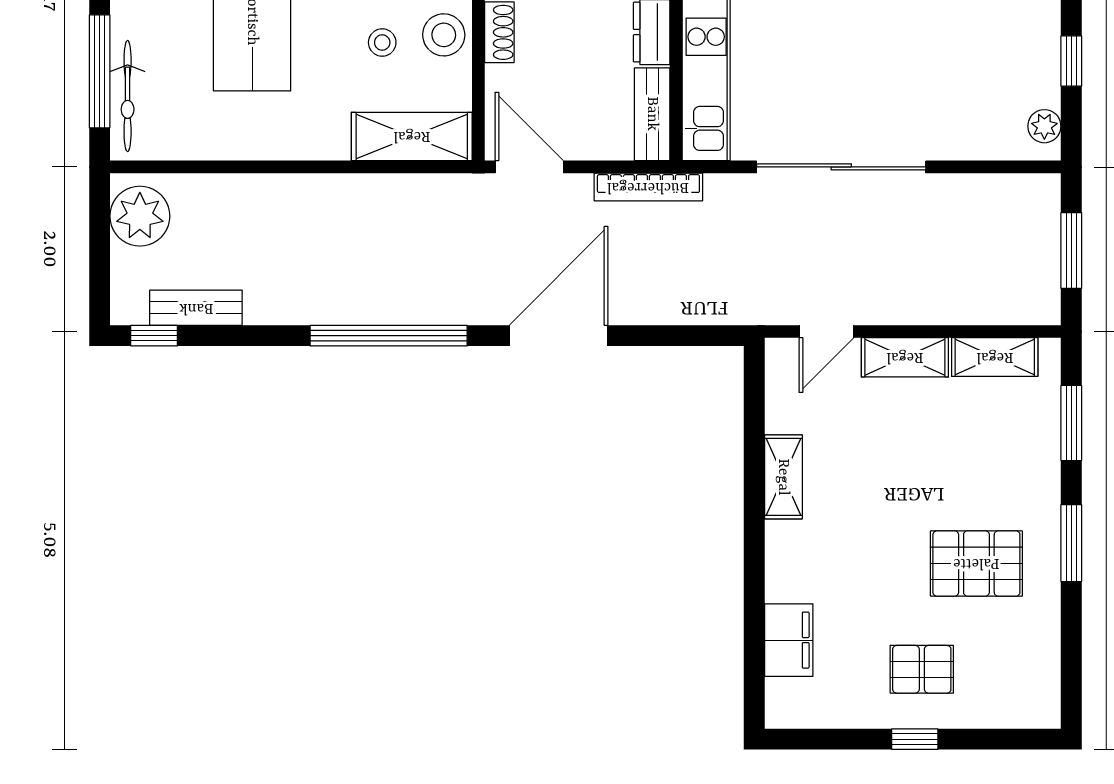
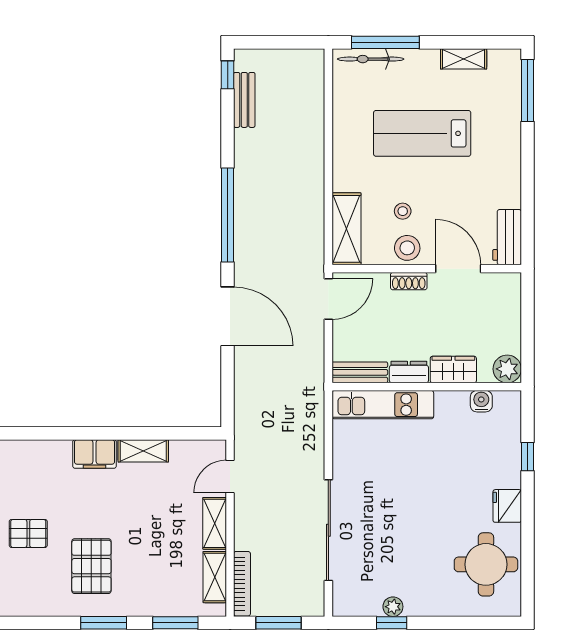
plant: (1044, 126) -> (393, 607), moved
sliding door: (841, 167) -> (328, 530), moved
bookcase: (648, 187) -> (242, 584), moved, turned 180
plant: (140, 216) -> (299, 66), removed
door: (826, 332) -> (230, 477), hinge flipped
filing cabinet: (789, 640) -> (95, 454), moved
pallet: (922, 669) -> (28, 533), turned 90

